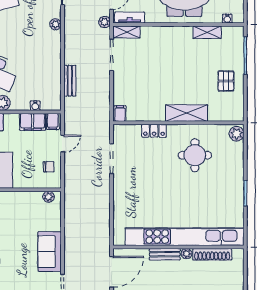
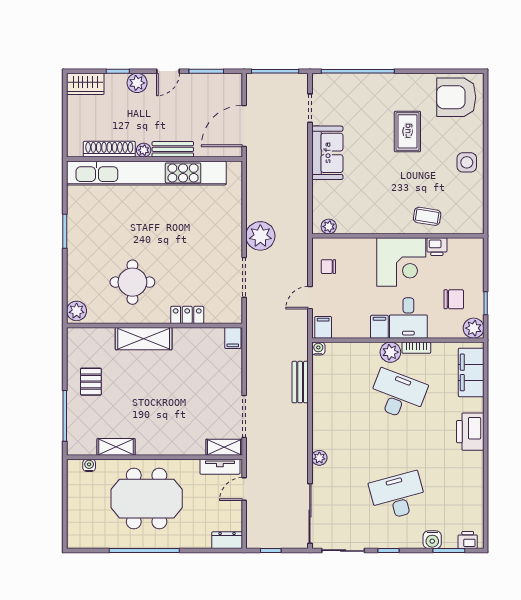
plant: (105, 22) -> (260, 236), moved, width x1.88, depth x1.88
water cooler: (35, 106) -> (318, 349), moved
filing cabinet: (33, 122) -> (379, 327), moved, width x0.50

